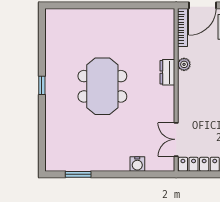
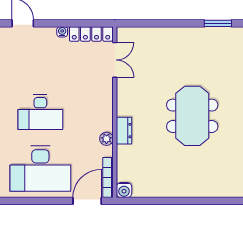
water cooler: (137, 164) -> (124, 190), moved, turned 180

